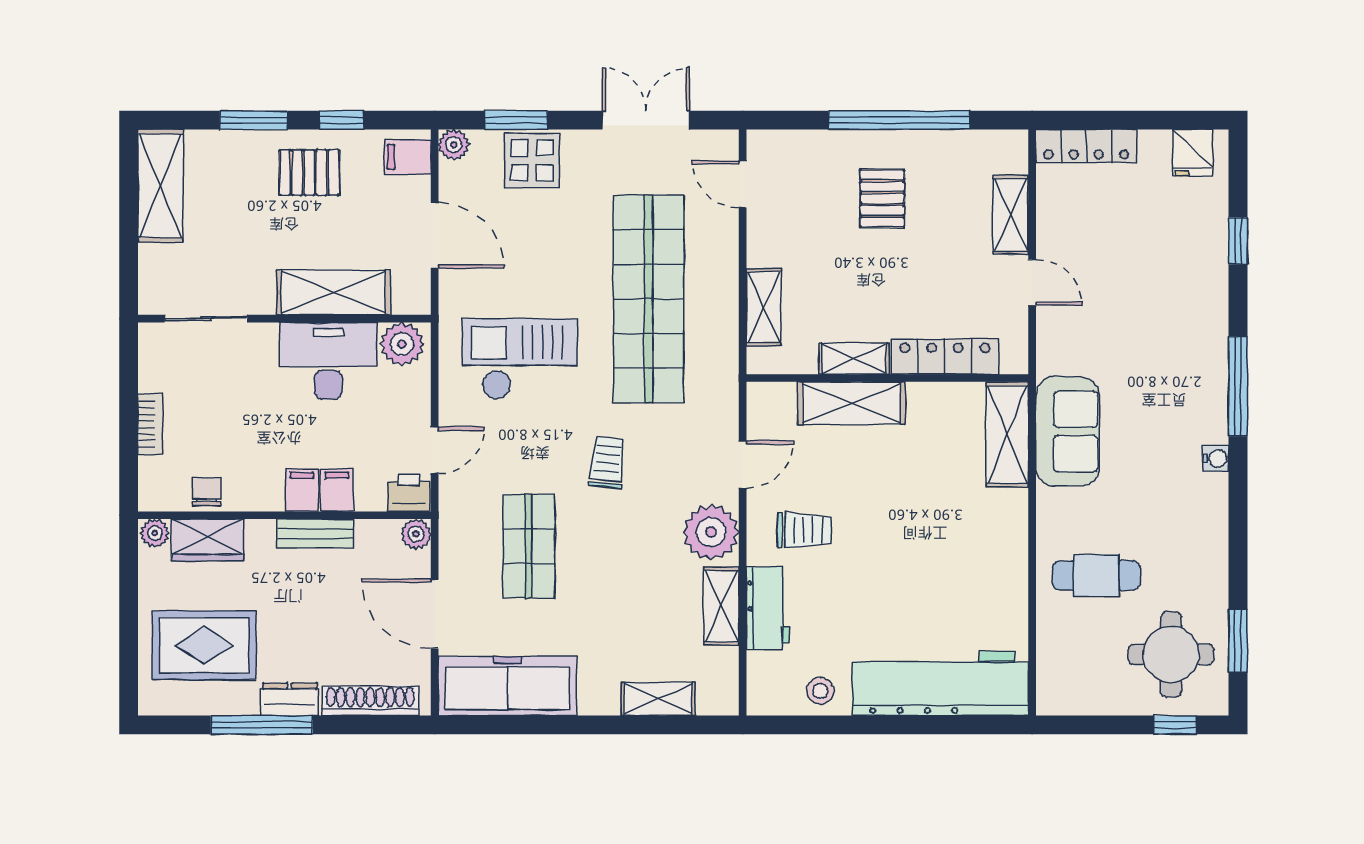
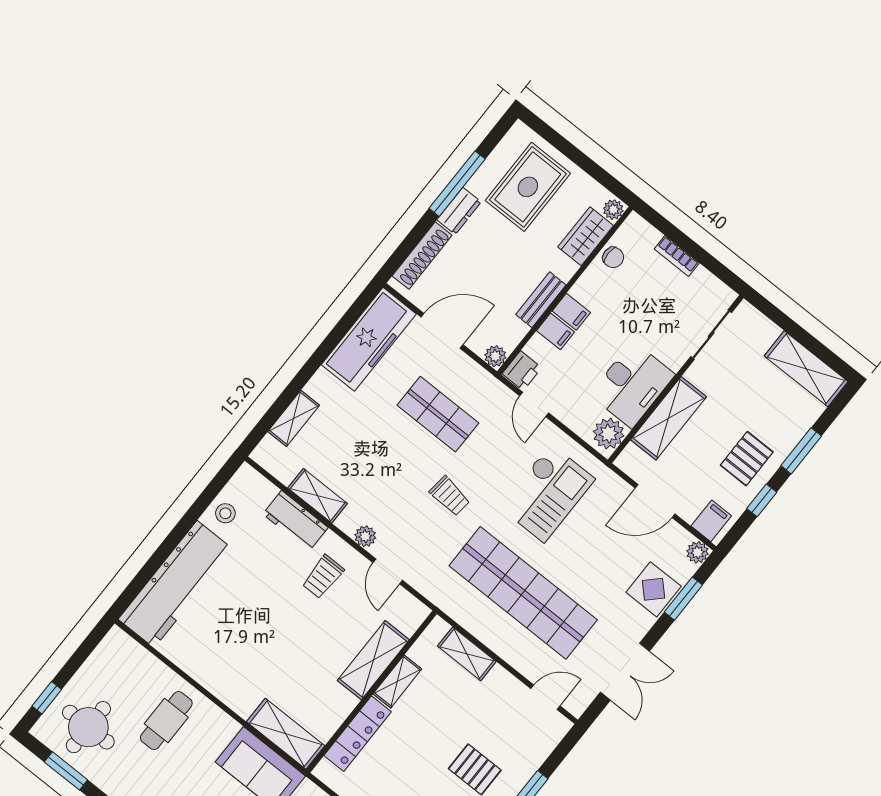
plant: (711, 532) -> (365, 536), width x0.53, depth x0.53

